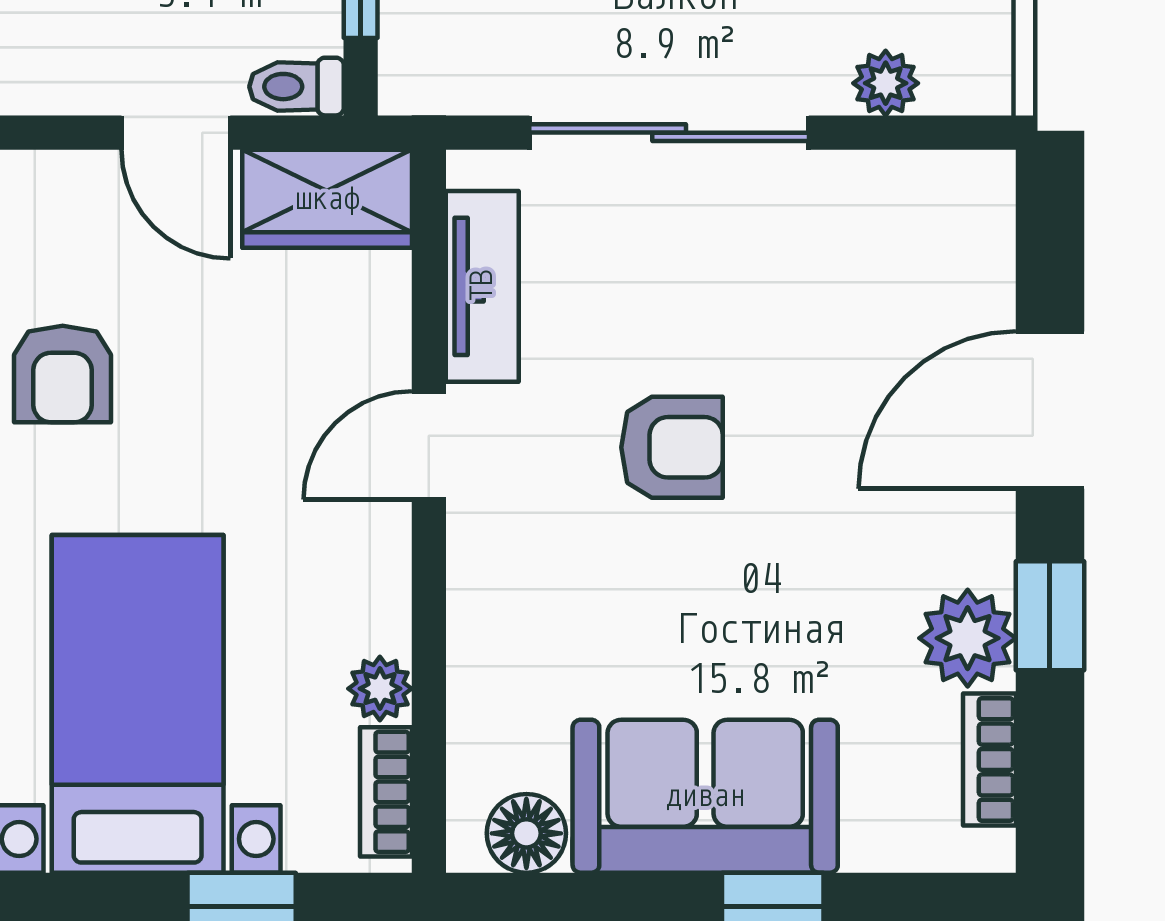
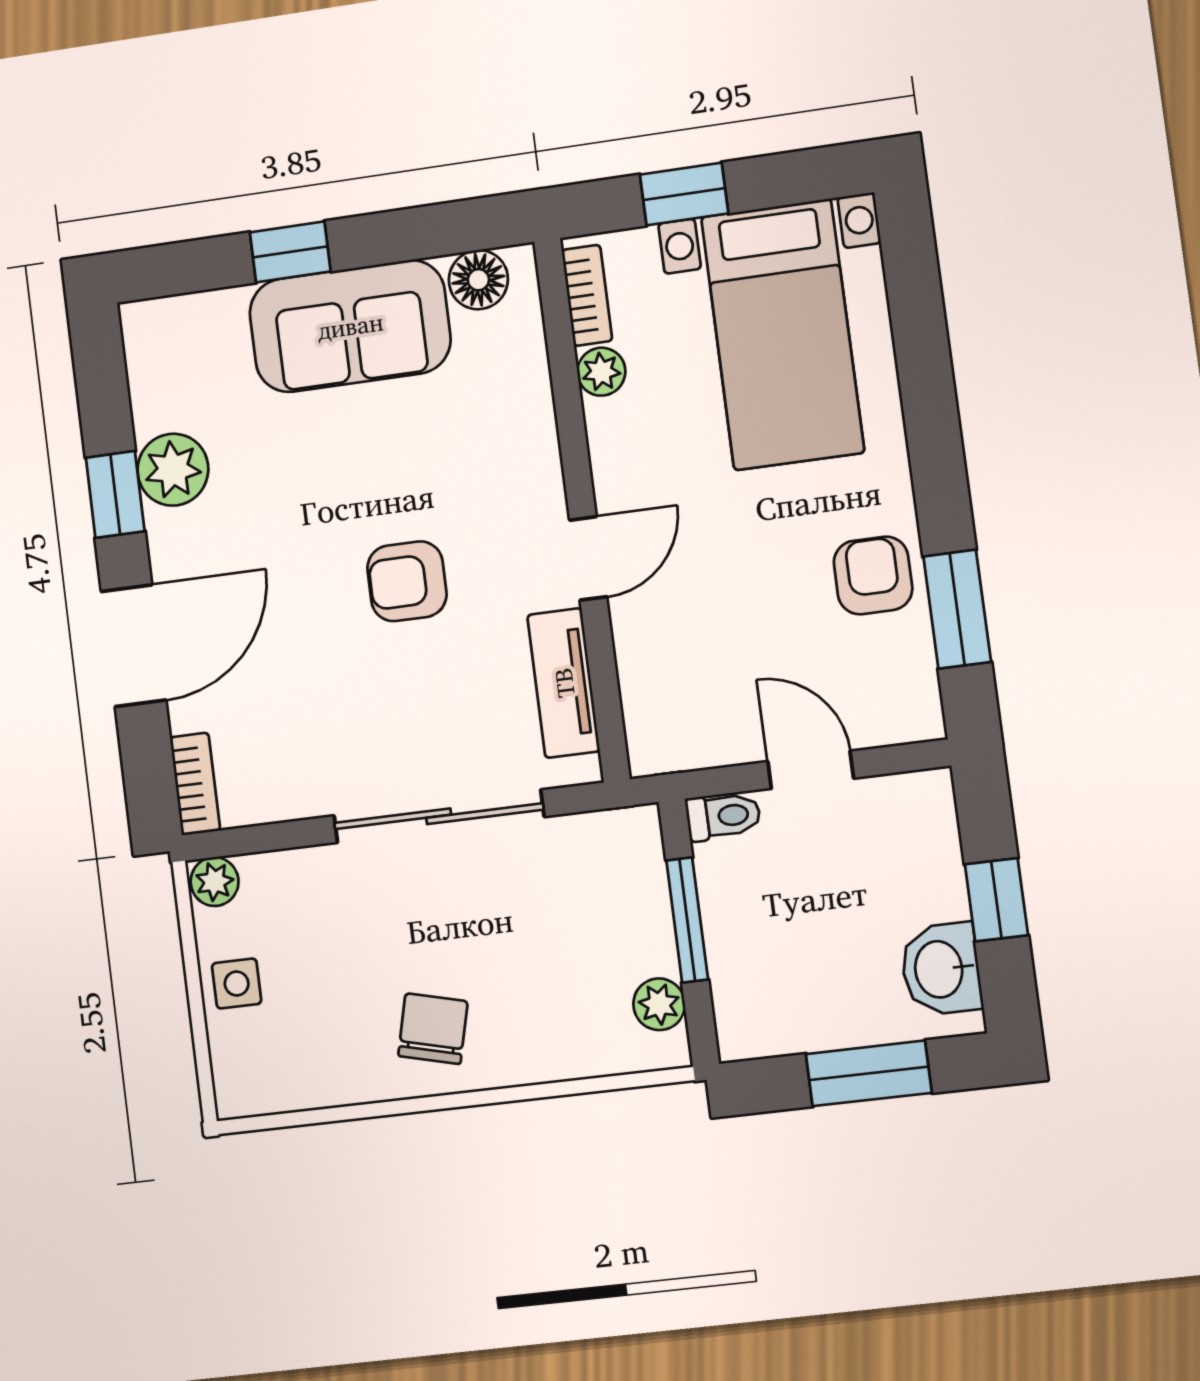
plant: (886, 83) -> (215, 882), moved
wardrobe: (327, 199) -> (689, 734), removed
bookcase: (989, 759) -> (195, 784), moved

